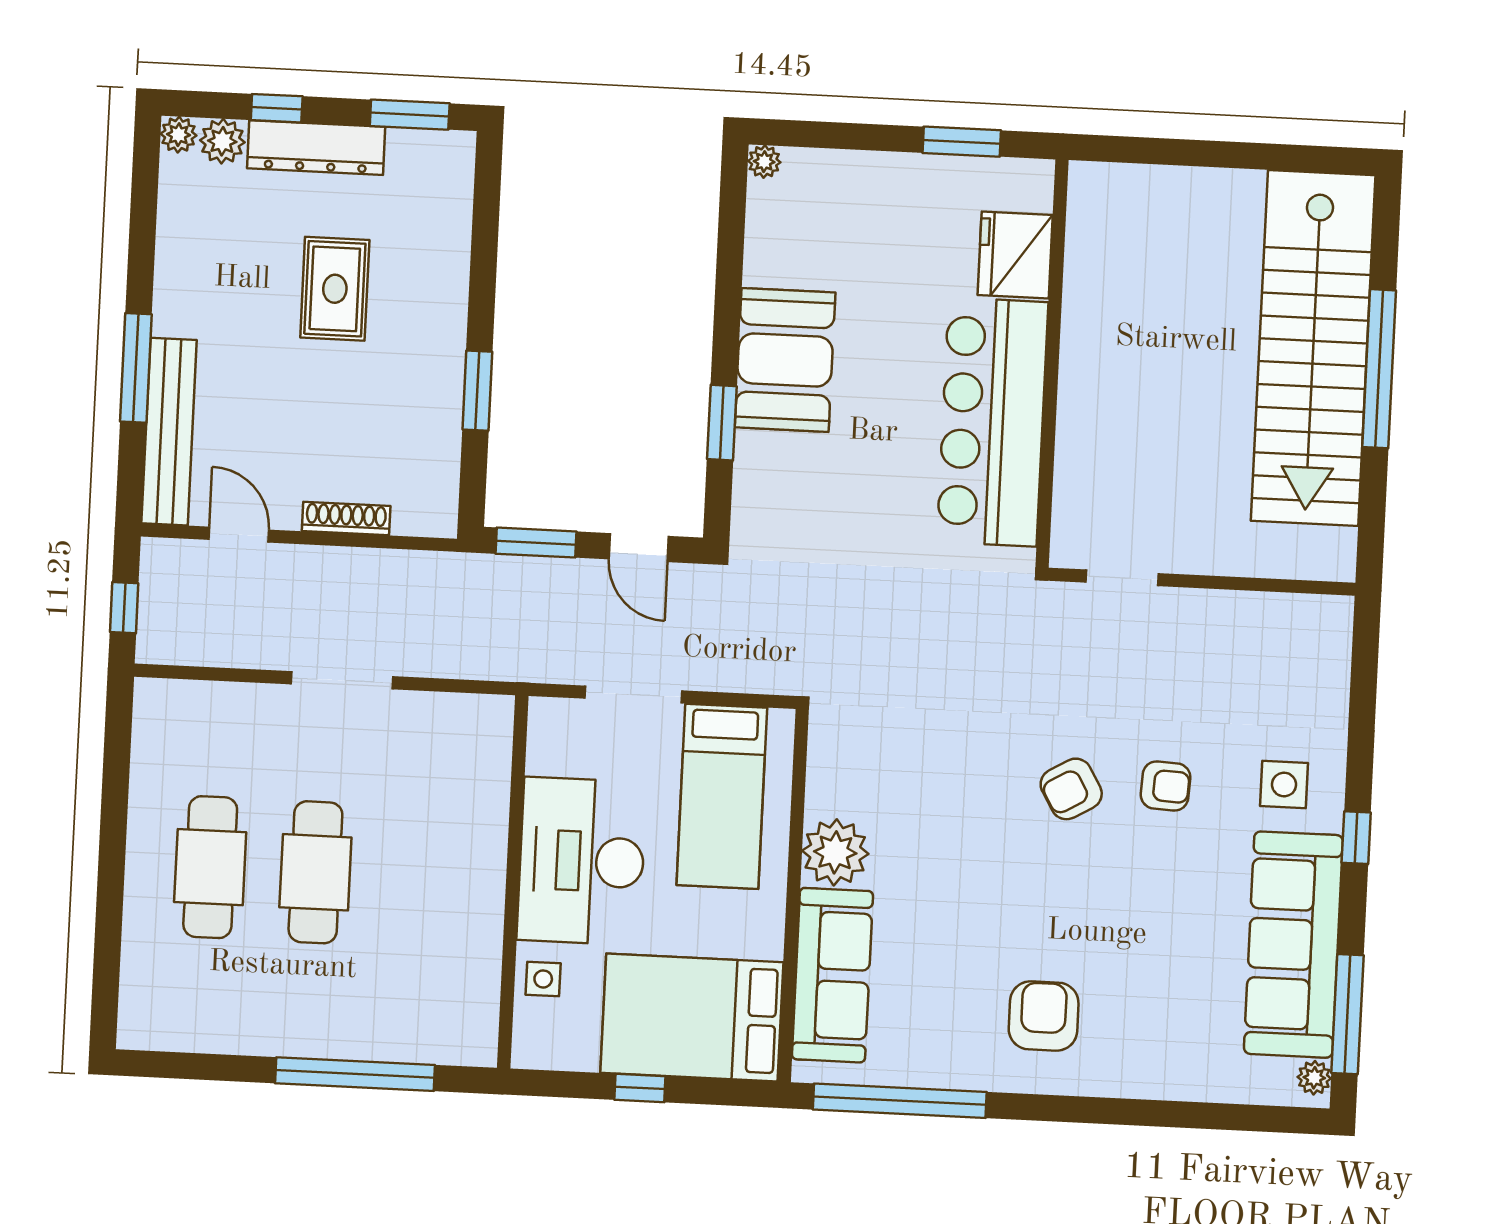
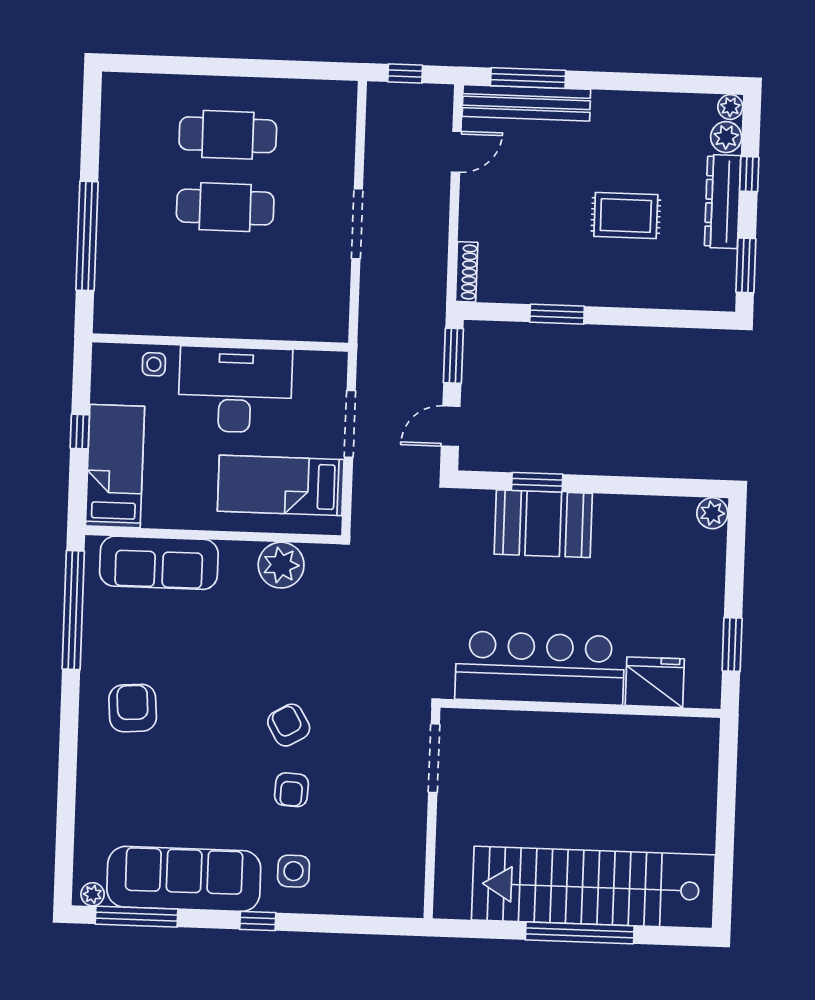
plant: (764, 162) -> (712, 513), width x1.38, depth x1.38
booth: (785, 360) -> (543, 524), moved
window: (136, 368) -> (528, 78), moved
shoe rack: (346, 518) -> (467, 272), moved
doorway: (1122, 578) -> (434, 758), width x1.38
plant: (835, 852) -> (281, 565), moved
armchair: (1044, 1016) -> (133, 708), turned -94
bed: (692, 1018) -> (115, 466), width x0.67

